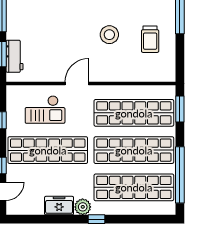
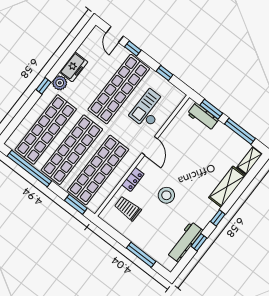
trolley: (150, 39) -> (128, 208), moved
locker: (118, 75) -> (133, 179), added

